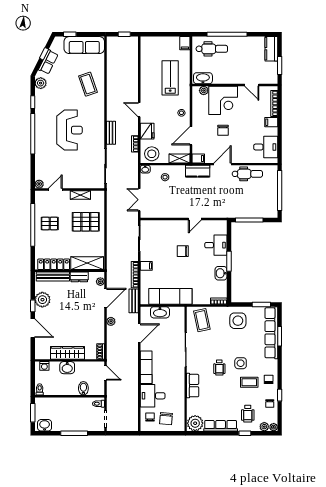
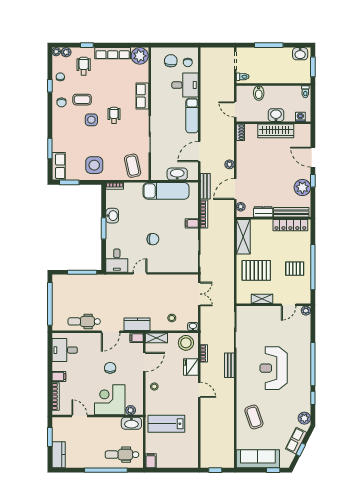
lab bench: (170, 78) -> (166, 424), turned 90
desk: (216, 245) -> (117, 261), moved, turned -90
shelving: (87, 263) -> (243, 237), moved, turned 90
row of seats: (271, 333) -> (59, 166), width x0.50

